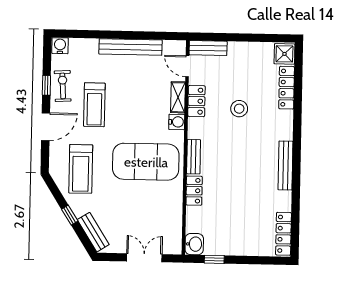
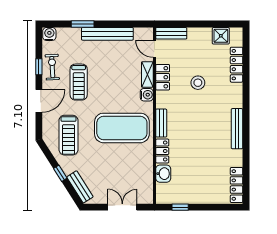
window: (101, 34) -> (83, 24), added
shower: (284, 54) -> (221, 36), moved
washbasin: (194, 244) -> (163, 174), moved

